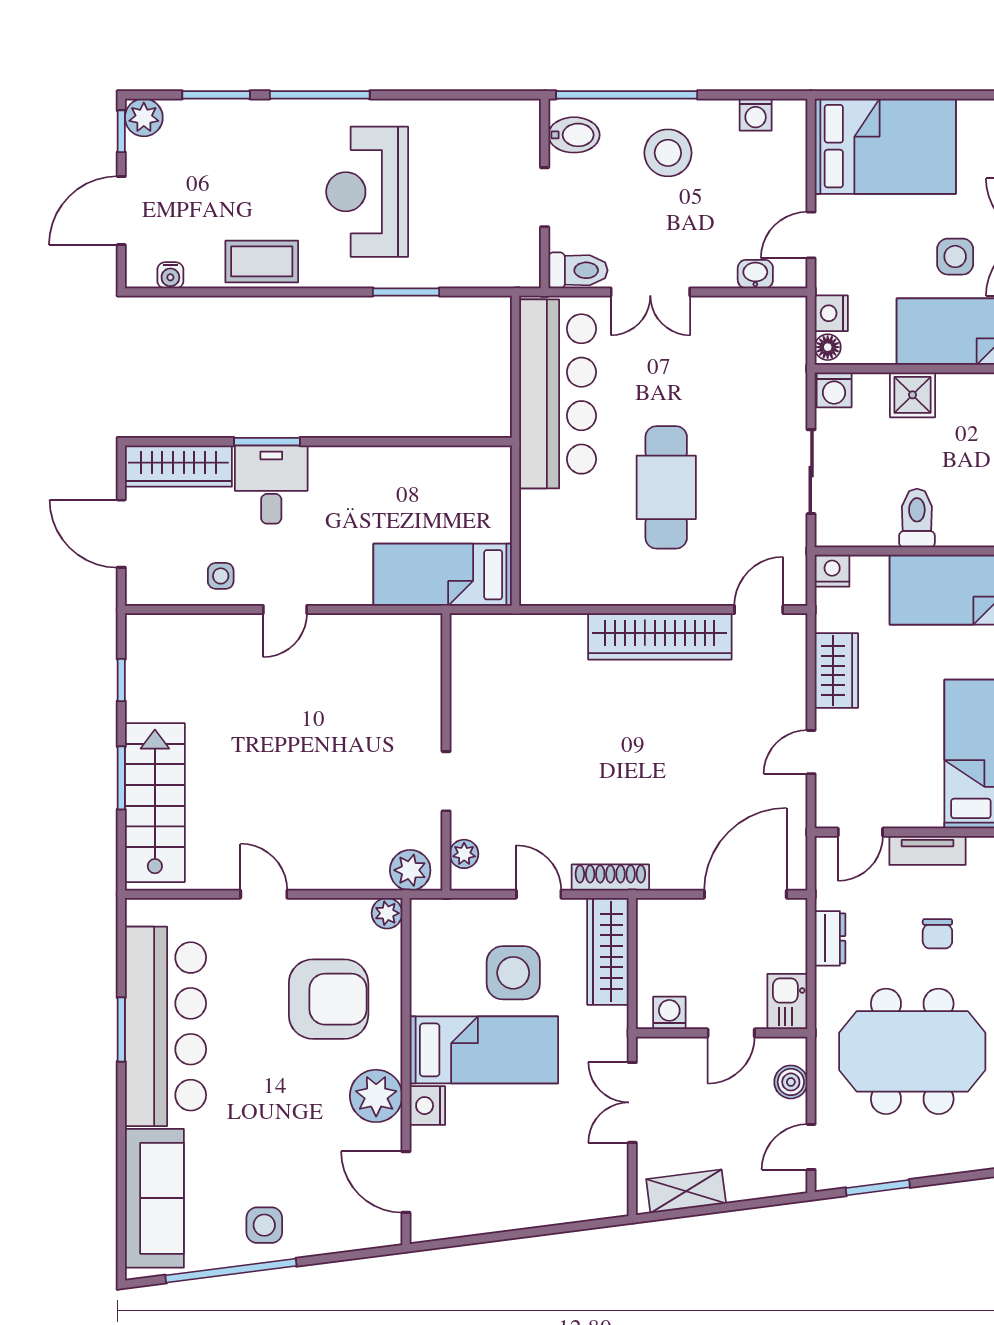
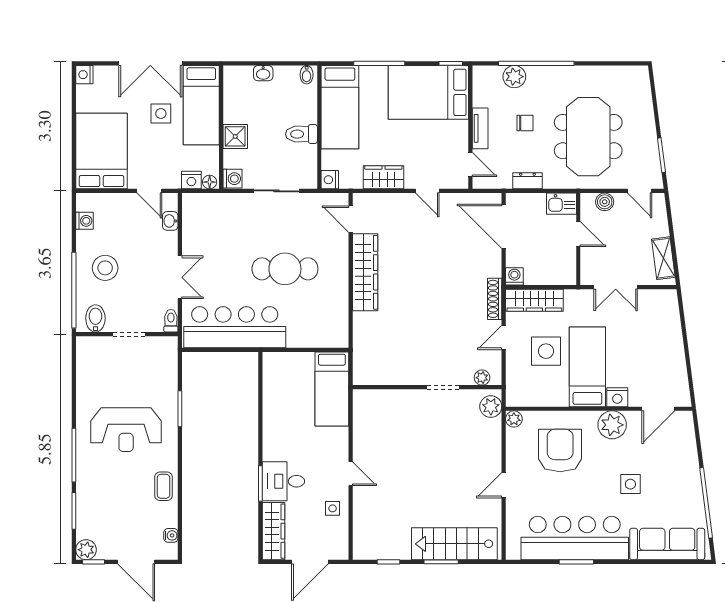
coffee table: (262, 261) -> (164, 486), width x0.73, depth x0.77
toilet: (578, 270) -> (171, 321), width x0.73, depth x0.72
washing machine: (669, 1013) -> (514, 276), moved, turned 90
side table: (264, 1225) -> (630, 484), moved

